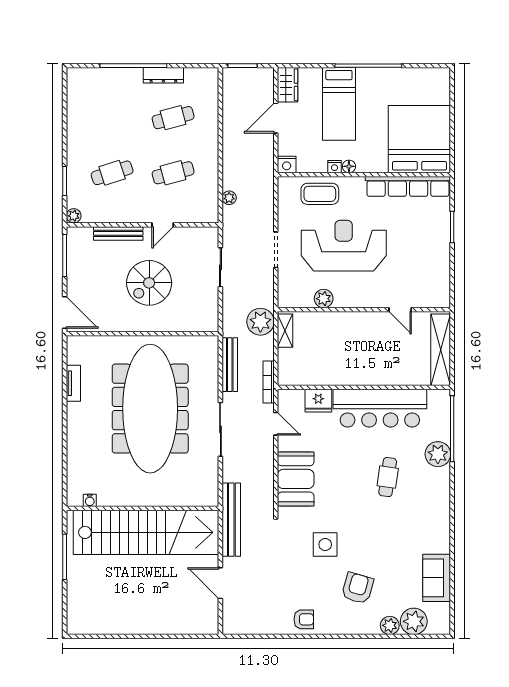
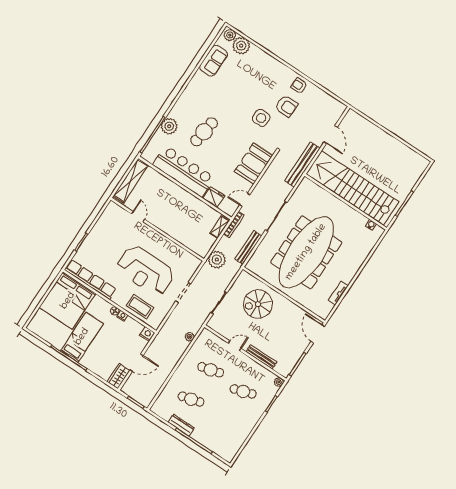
bed: (339, 104) -> (82, 337), moved
spiral stairs: (149, 283) -> (258, 304), moved, turned 180
plant: (324, 299) -> (175, 250), removed
shelving: (285, 331) -> (220, 227), moved
door: (276, 424) -> (245, 200), hinge flipped
cafe table: (388, 477) -> (204, 132), width x1.37, depth x1.35
armchair: (358, 588) -> (286, 106), moved, turned -106
plant: (390, 625) -> (230, 35), moved

